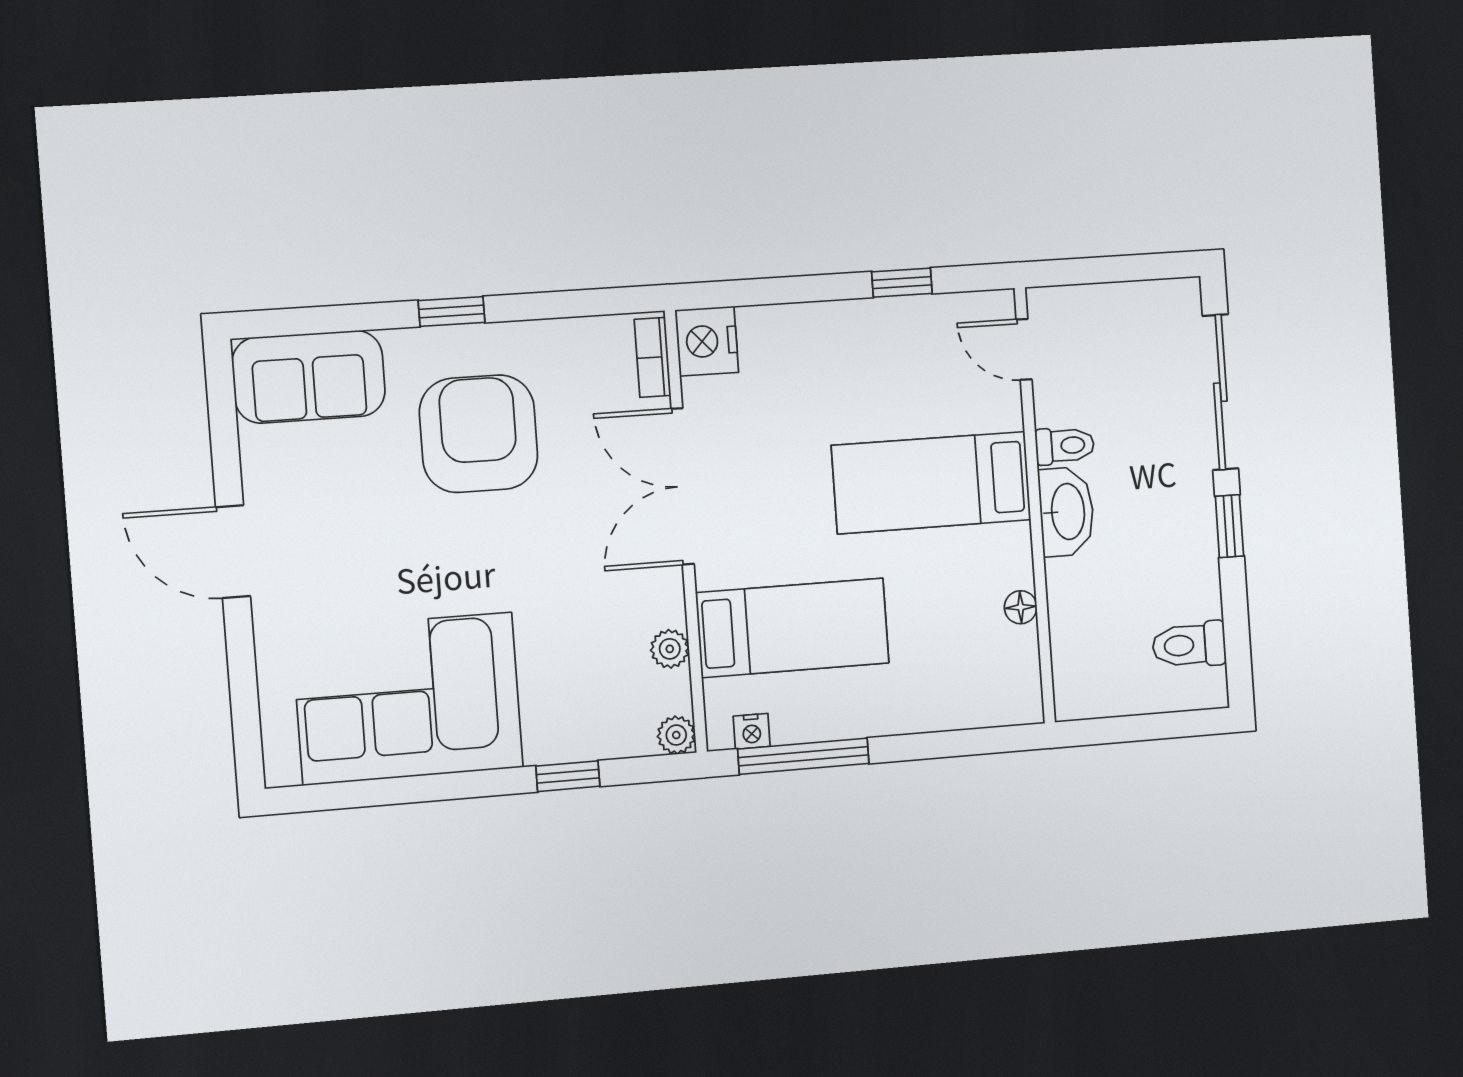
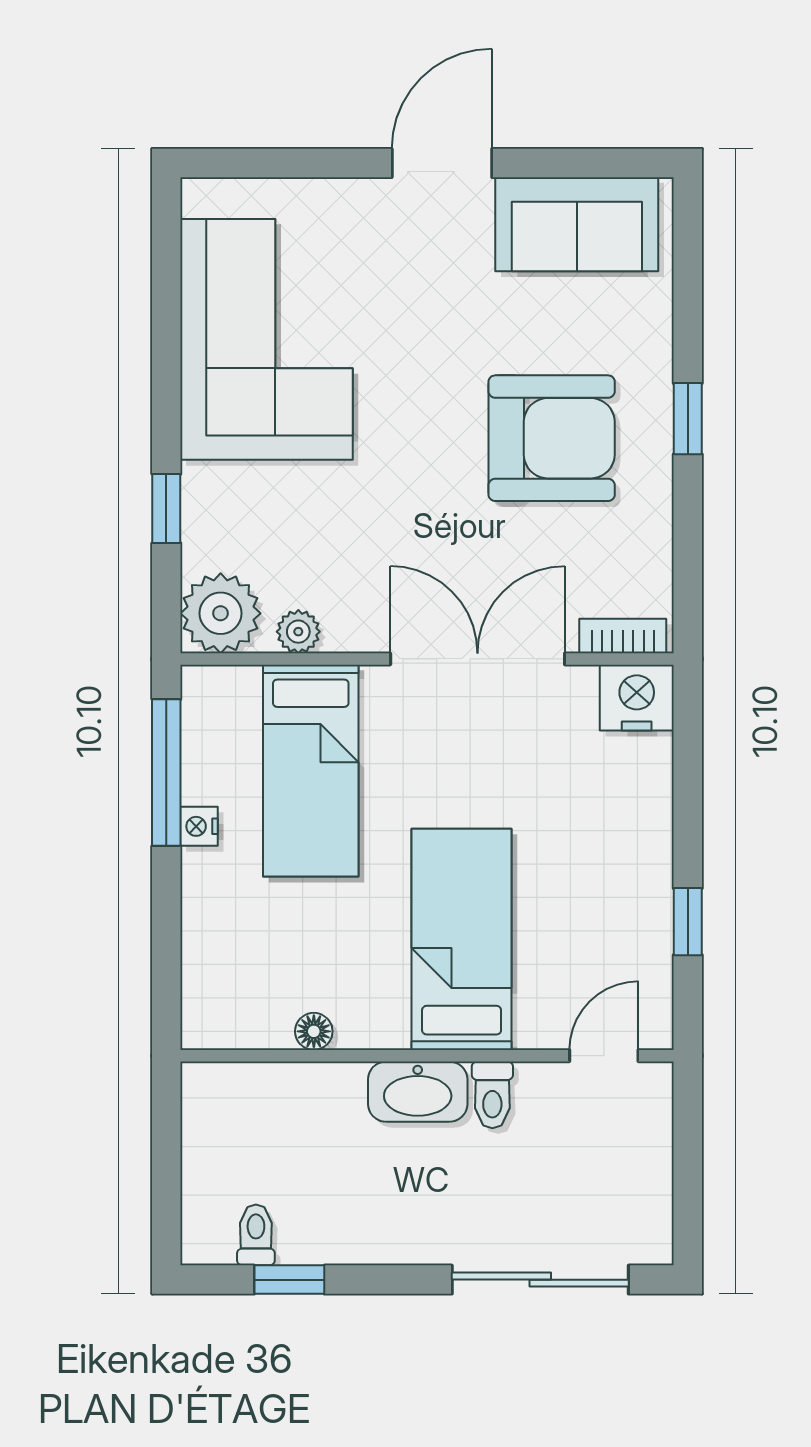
sofa: (309, 377) -> (577, 224), moved, turned -90
window: (1229, 526) -> (289, 1280), moved
toilet: (1189, 645) -> (256, 1235), width x0.73, depth x0.72
nightstand: (752, 731) -> (199, 826), moved
plant: (676, 735) -> (221, 613), width x1.88, depth x1.88

